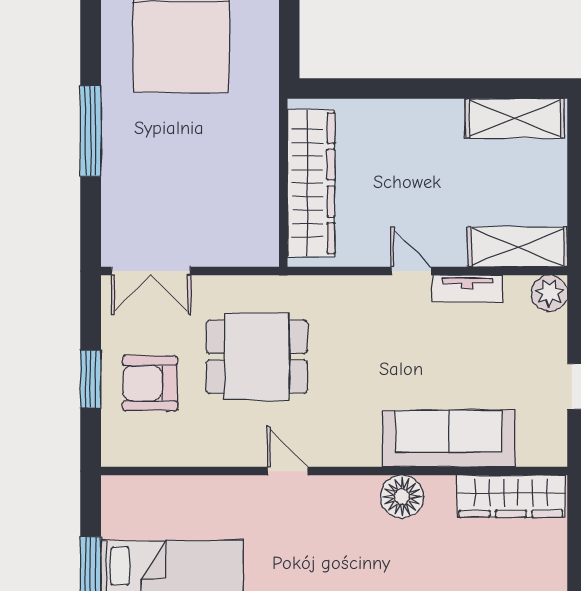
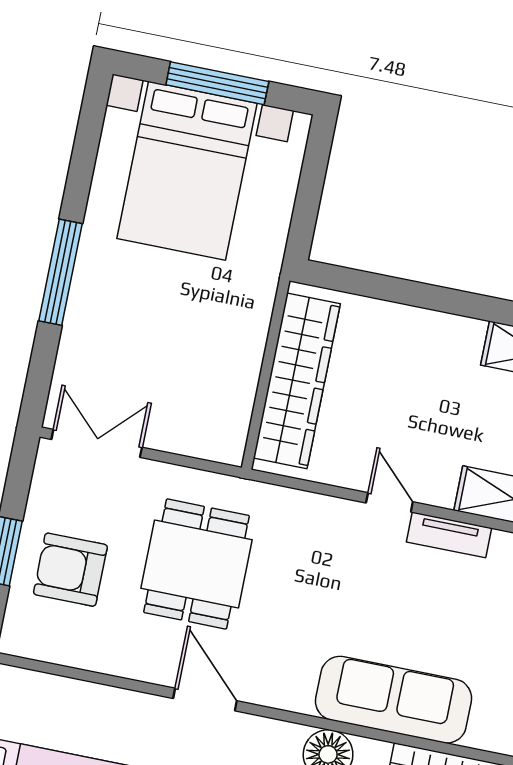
double door: (151, 271) -> (97, 443), swing flipped
dining table: (257, 357) -> (197, 564), turned 90
door: (288, 471) -> (205, 700), width x1.38

